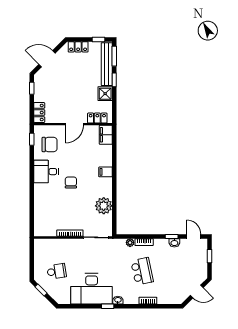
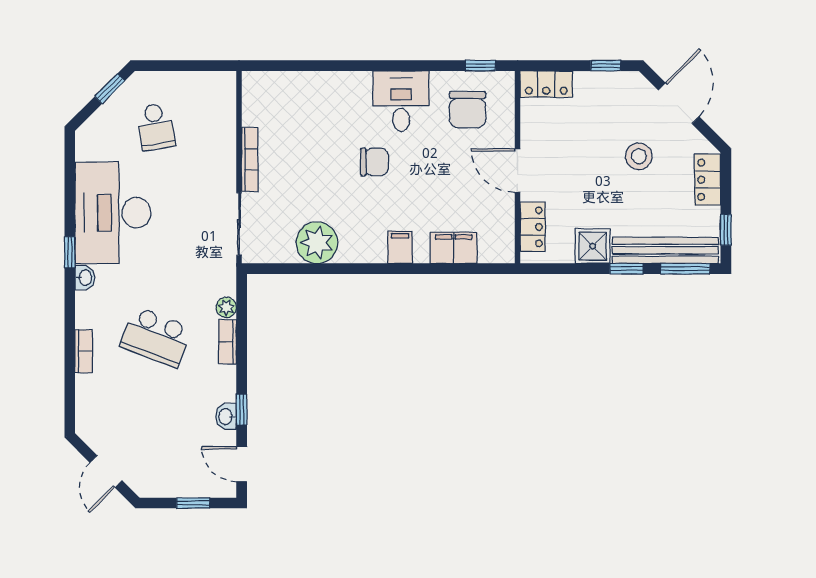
stool: (69, 75) -> (639, 156), added
filing cabinet: (106, 135) -> (454, 248), moved
door: (194, 236) -> (242, 464), swing flipped
school desk: (142, 271) -> (156, 337), turned 33

